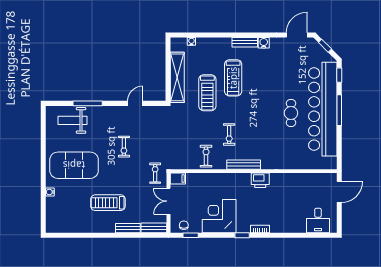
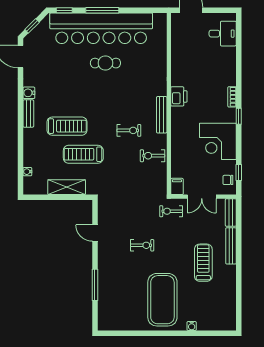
shelving: (177, 77) -> (67, 187), width x0.68
treadmill: (207, 93) -> (83, 154), turned 180
weight bench: (72, 120) -> (114, 301), removed
treadmill: (108, 203) -> (203, 263), turned 180
bench: (128, 228) -> (231, 246), width x1.36

